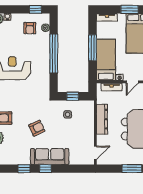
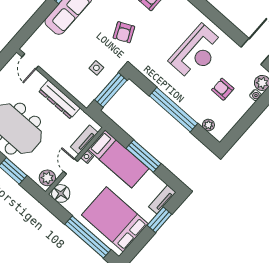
window: (35, 9) -> (237, 132), removed
window: (130, 9) -> (159, 220), moved
armchair: (30, 28) -> (223, 89), moved
window: (73, 96) -> (111, 90), width x2.17
armchair: (37, 128) -> (124, 32), moved

